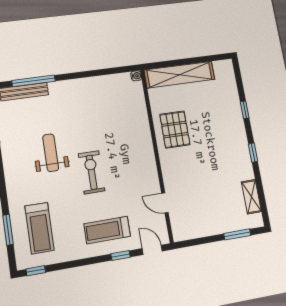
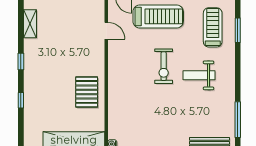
weight bench: (51, 153) -> (199, 75), moved, turned 90
treadmill: (107, 230) -> (158, 16), width x1.37, depth x1.37

